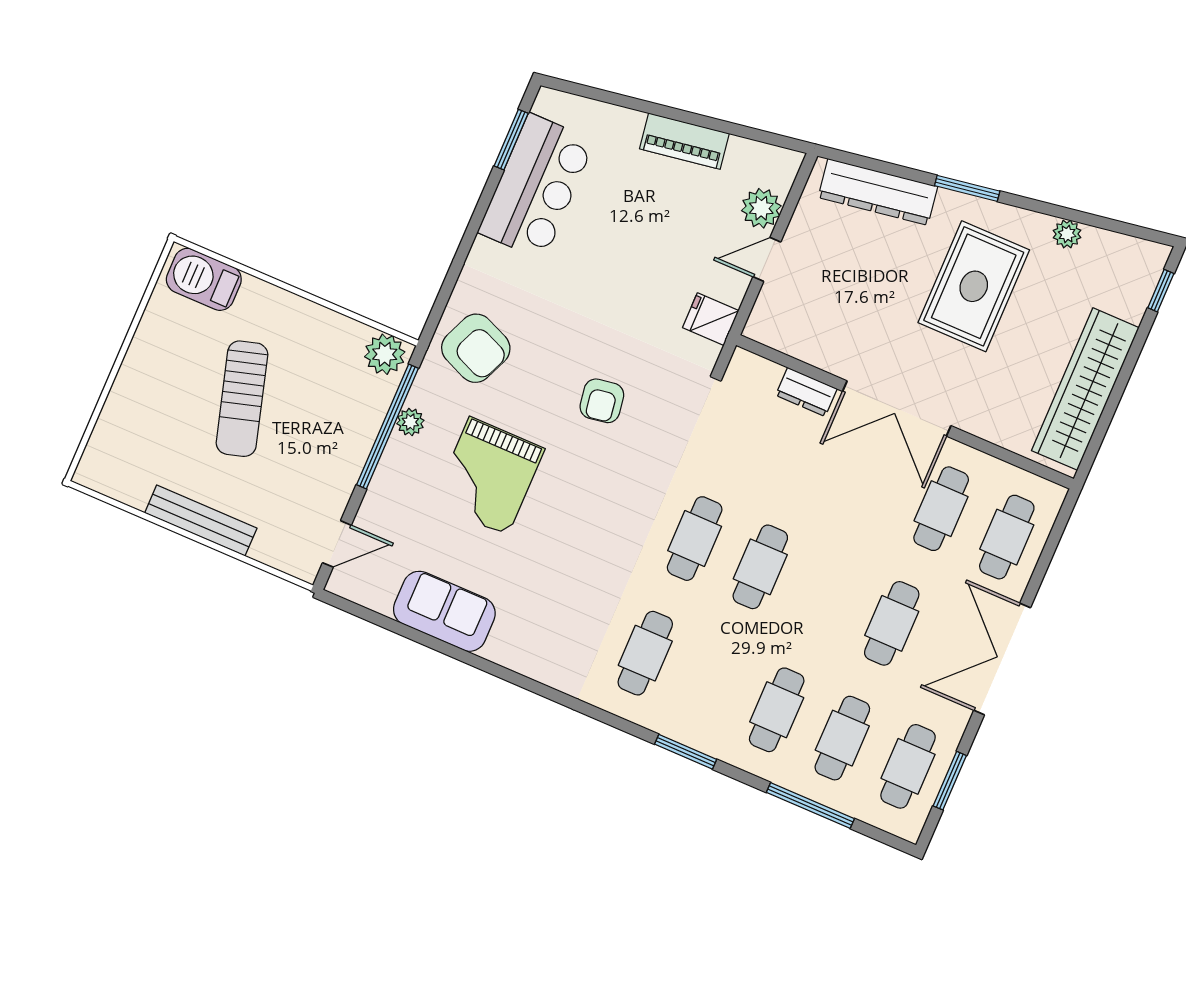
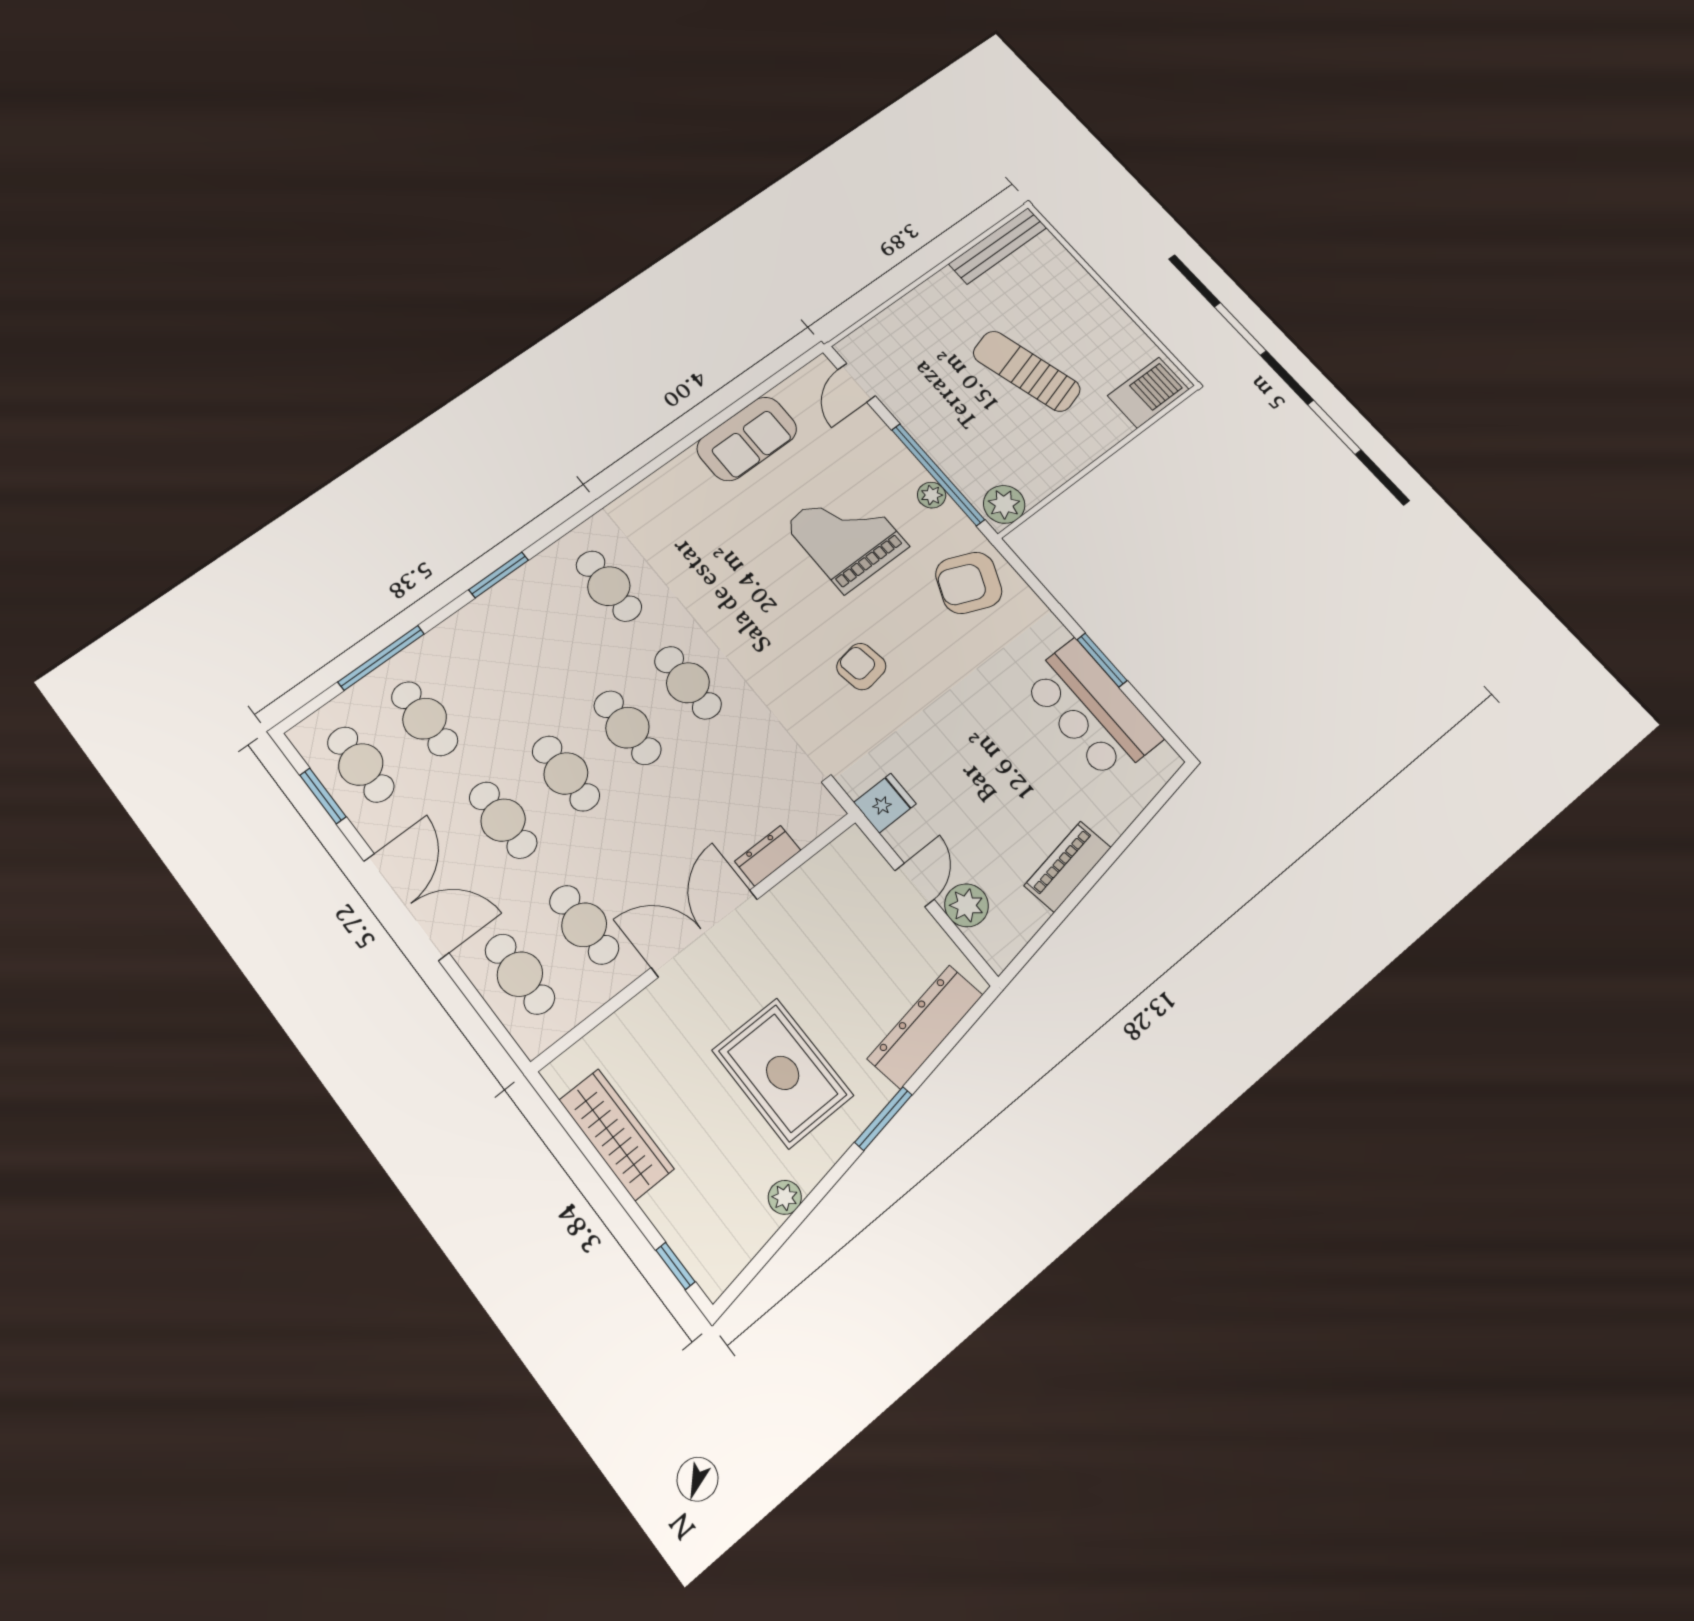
window: (511, 140) -> (1102, 660), moved
wardrobe: (1085, 389) -> (616, 1134), width x0.71, depth x0.85
bench: (201, 521) -> (998, 246), moved
cafe table: (777, 710) -> (566, 773), moved

